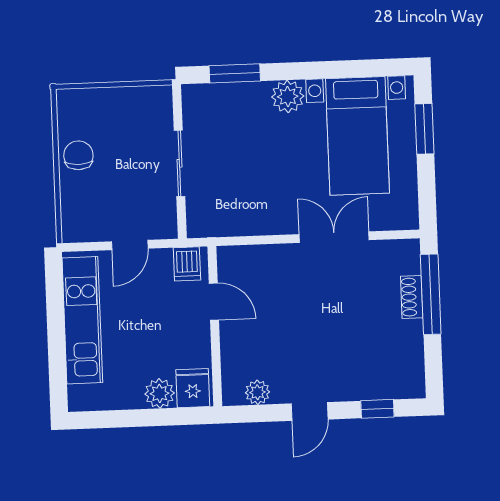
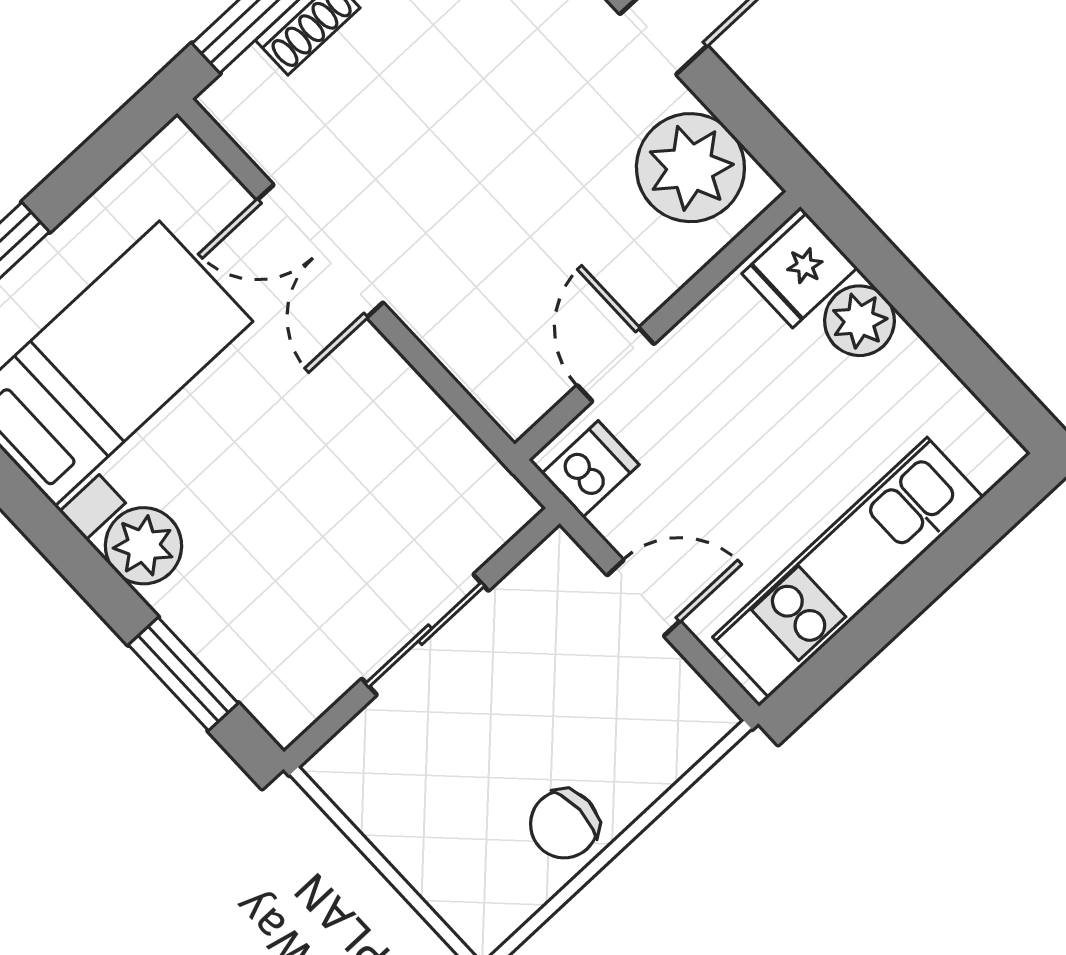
plant: (257, 392) -> (690, 168), width x1.88, depth x1.88

